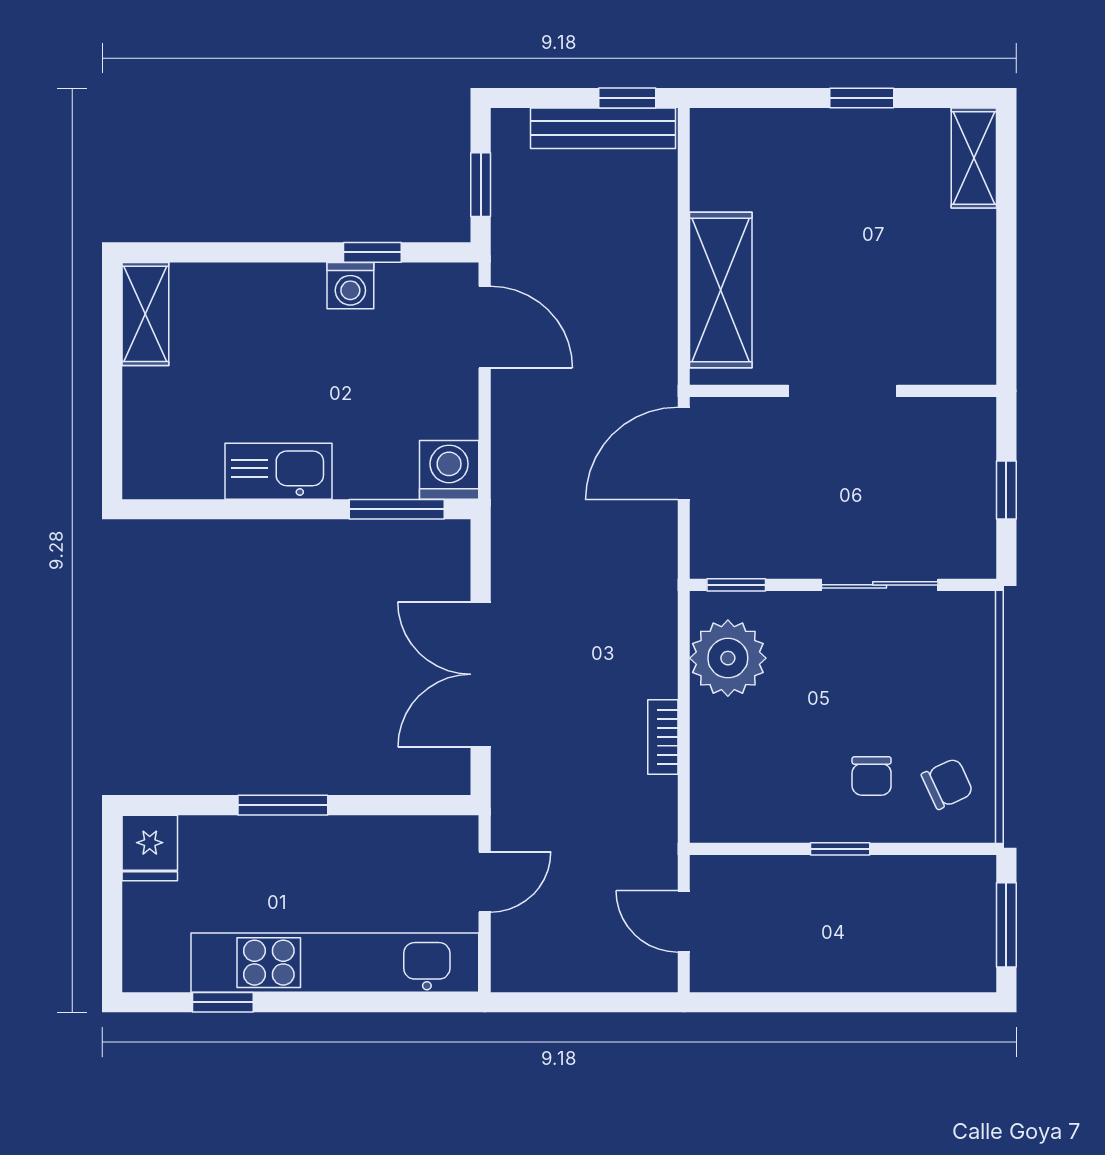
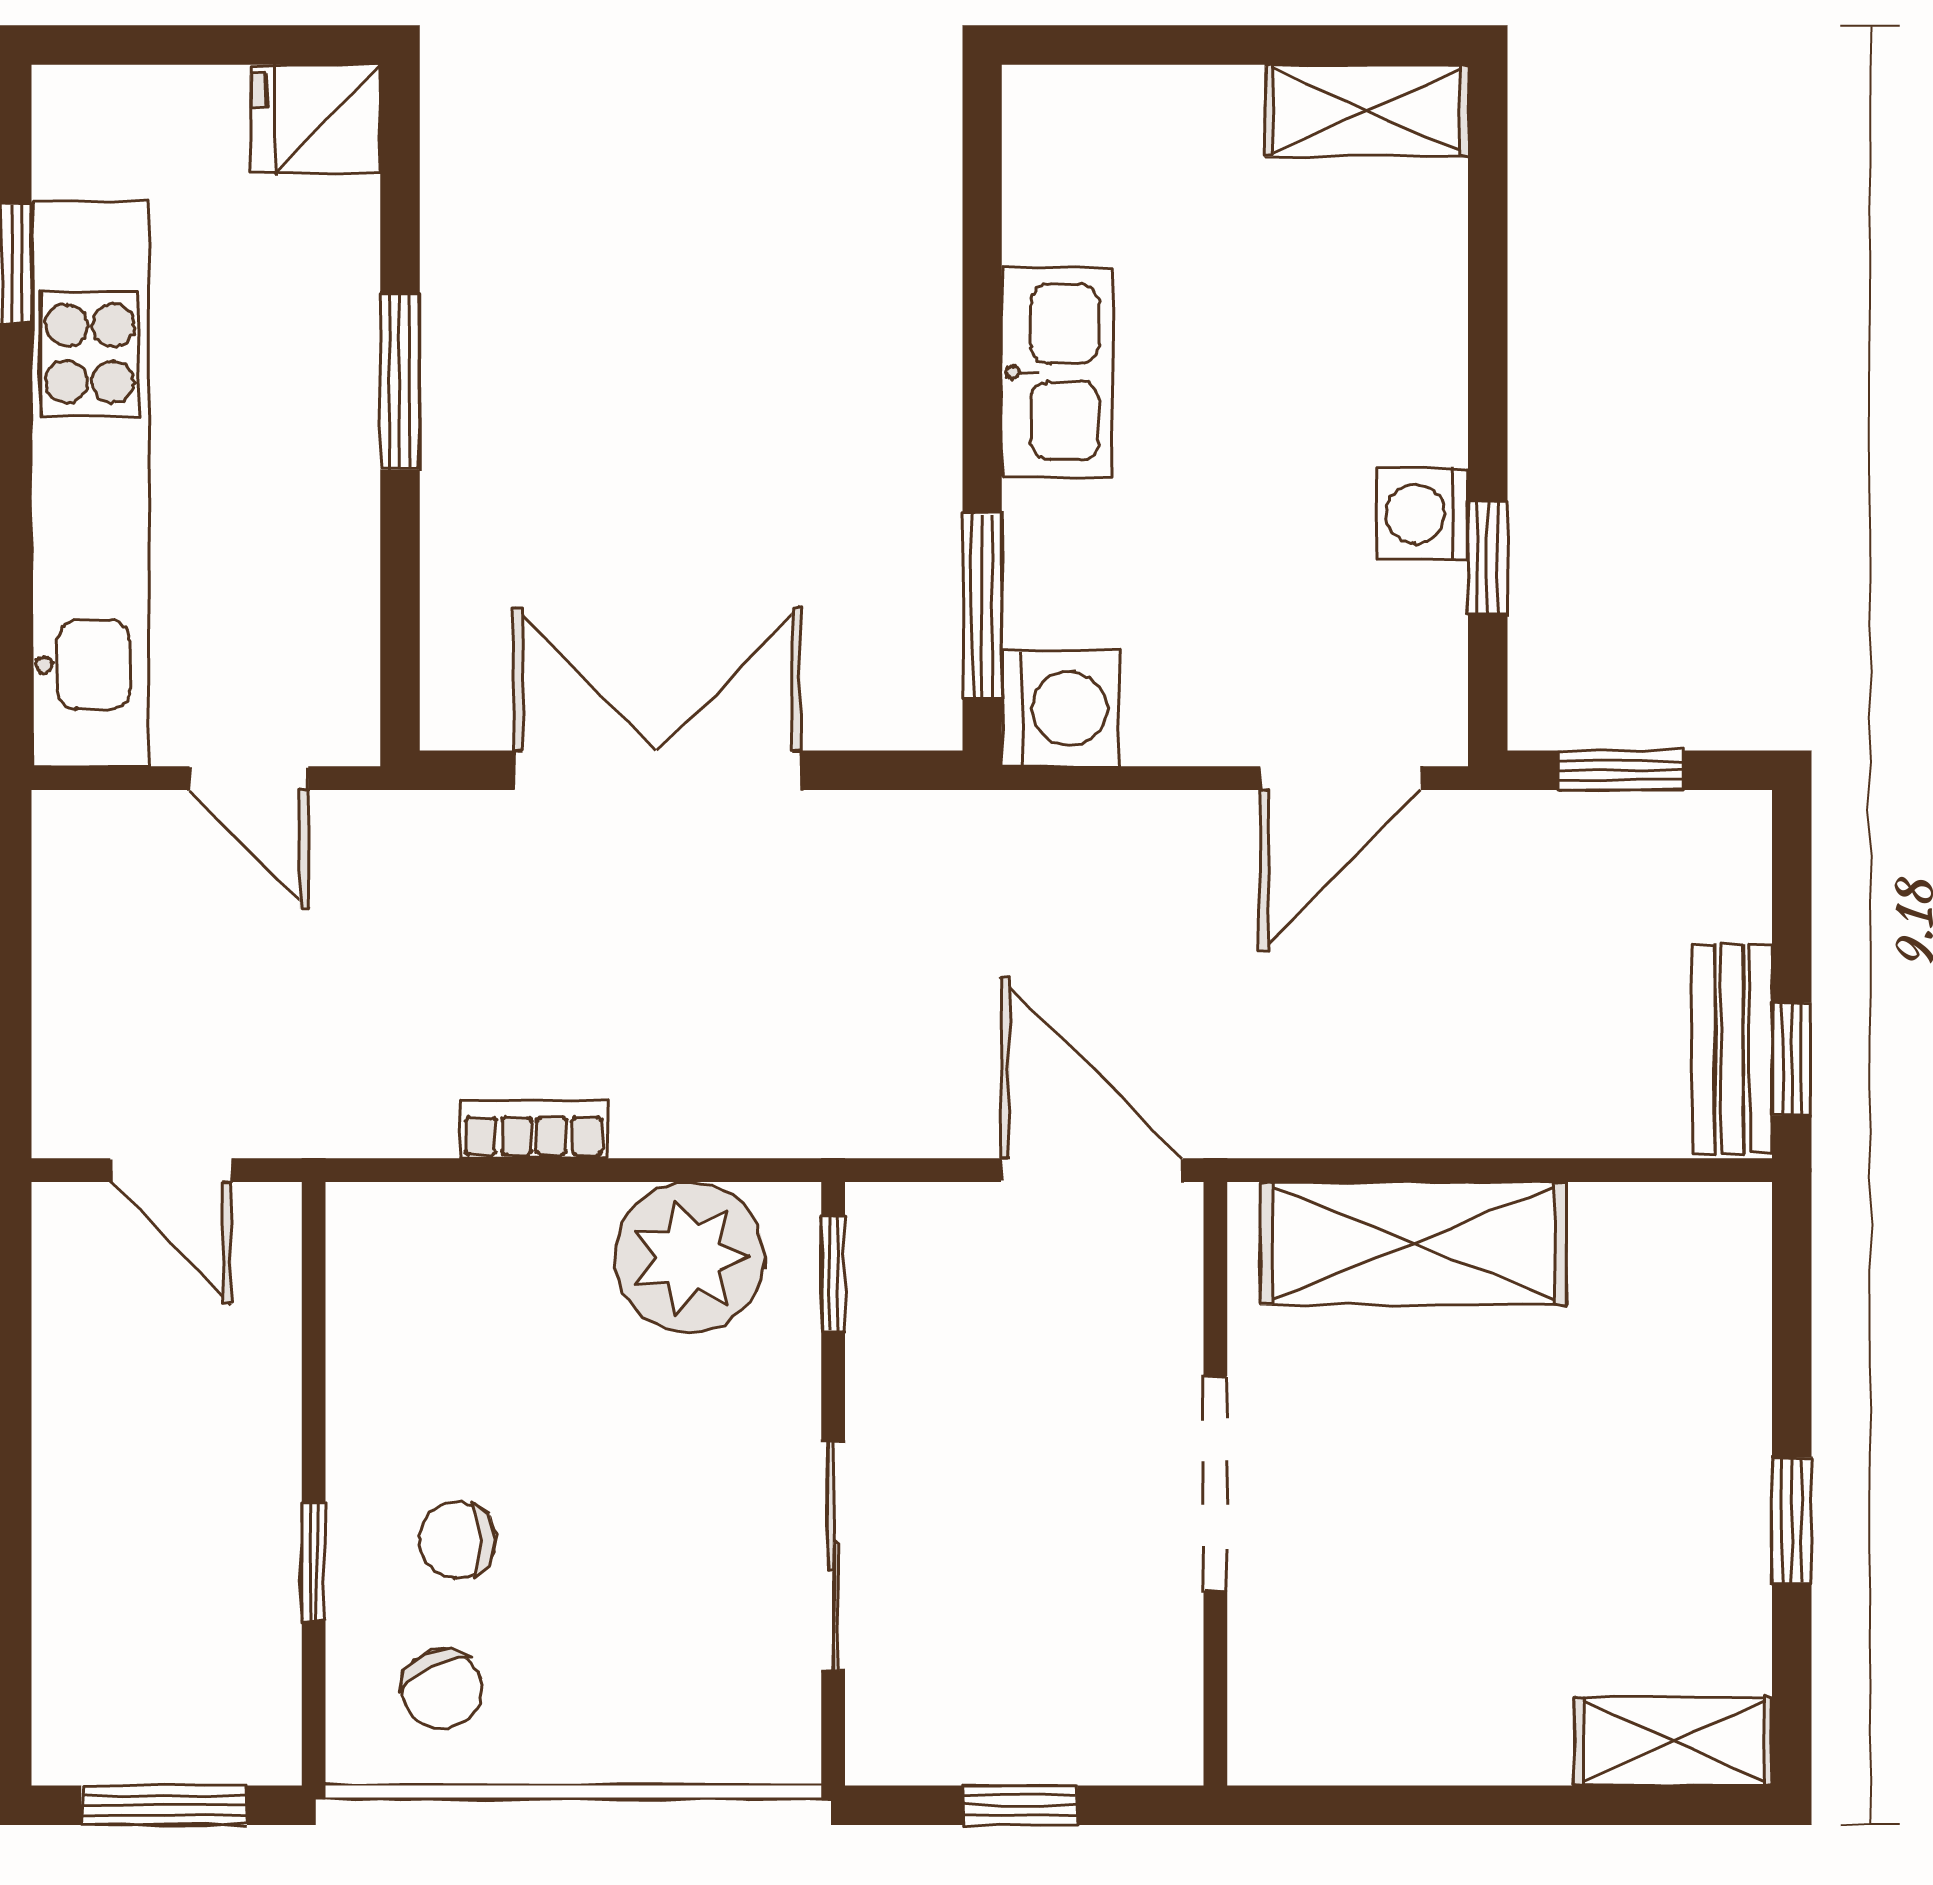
bench: (603, 128) -> (1732, 1049), width x0.73
window: (840, 849) -> (314, 1562), moved
door: (684, 921) -> (171, 1170), swing flipped

